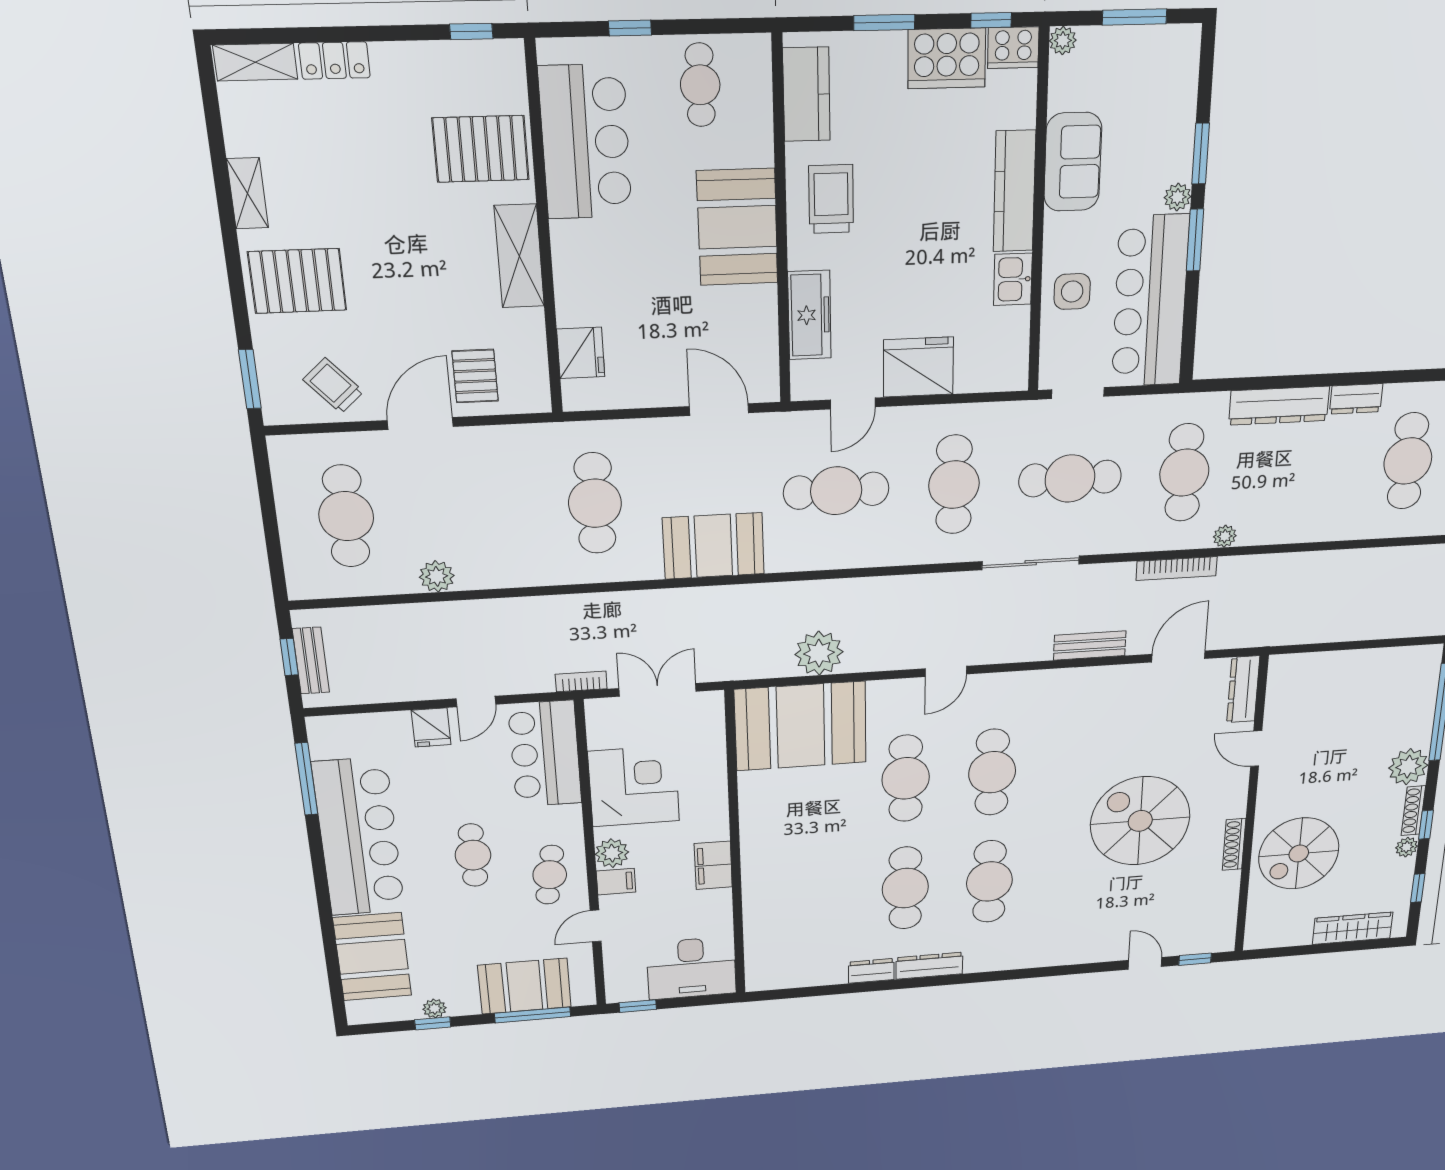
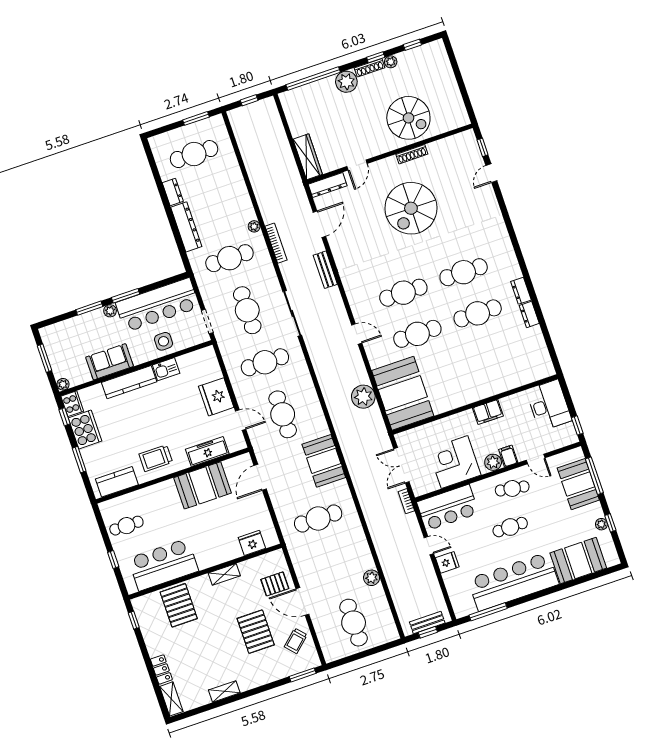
booth: (737, 227) -> (202, 485), moved
shelving: (519, 256) -> (224, 574), width x0.67, depth x0.75
pallet: (297, 281) -> (256, 632), moved
cafe table: (346, 516) -> (354, 623), turned 90
door: (1178, 656) -> (319, 224), swing flipped
wardrobe: (1353, 928) -> (308, 157), moved, turned 180
dresser: (929, 966) -> (521, 291), width x0.70

